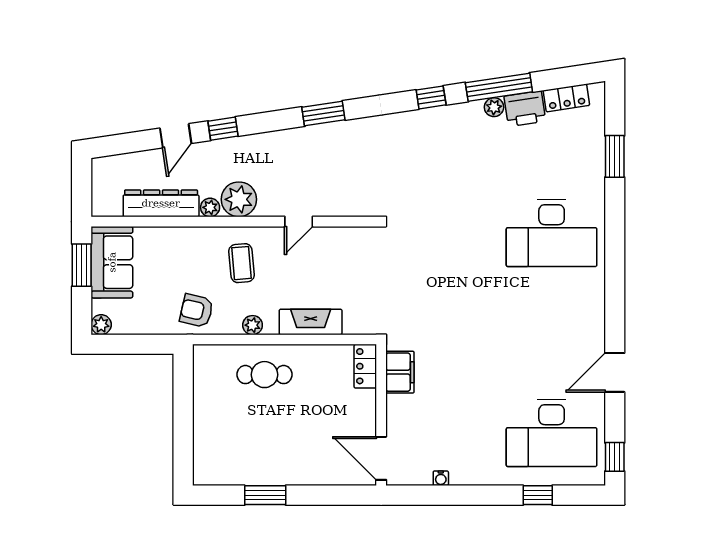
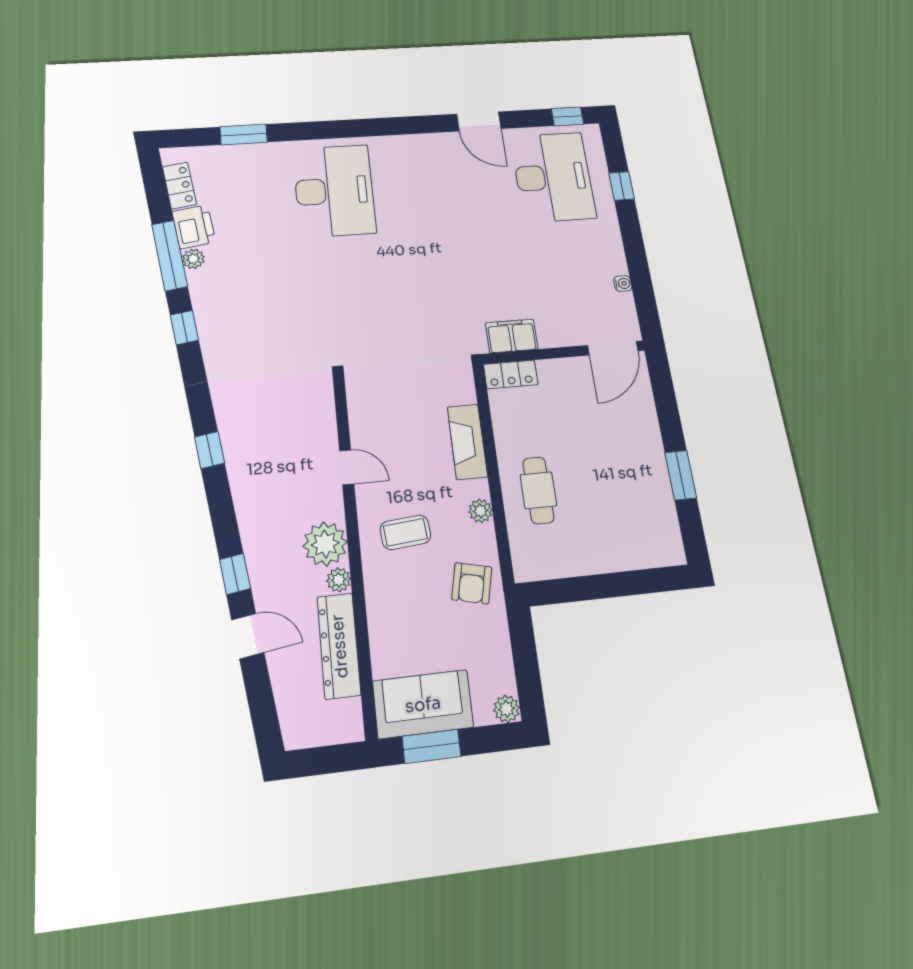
window: (323, 114) -> (209, 450), width x0.67

